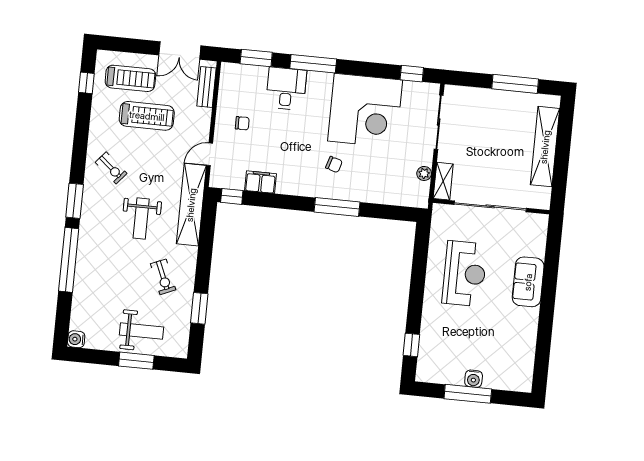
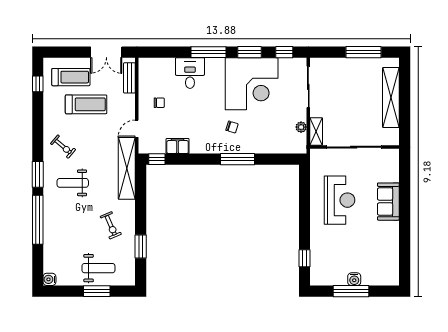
window: (256, 58) -> (249, 52), moved
weight bench: (141, 219) -> (73, 183), moved, turned 90

